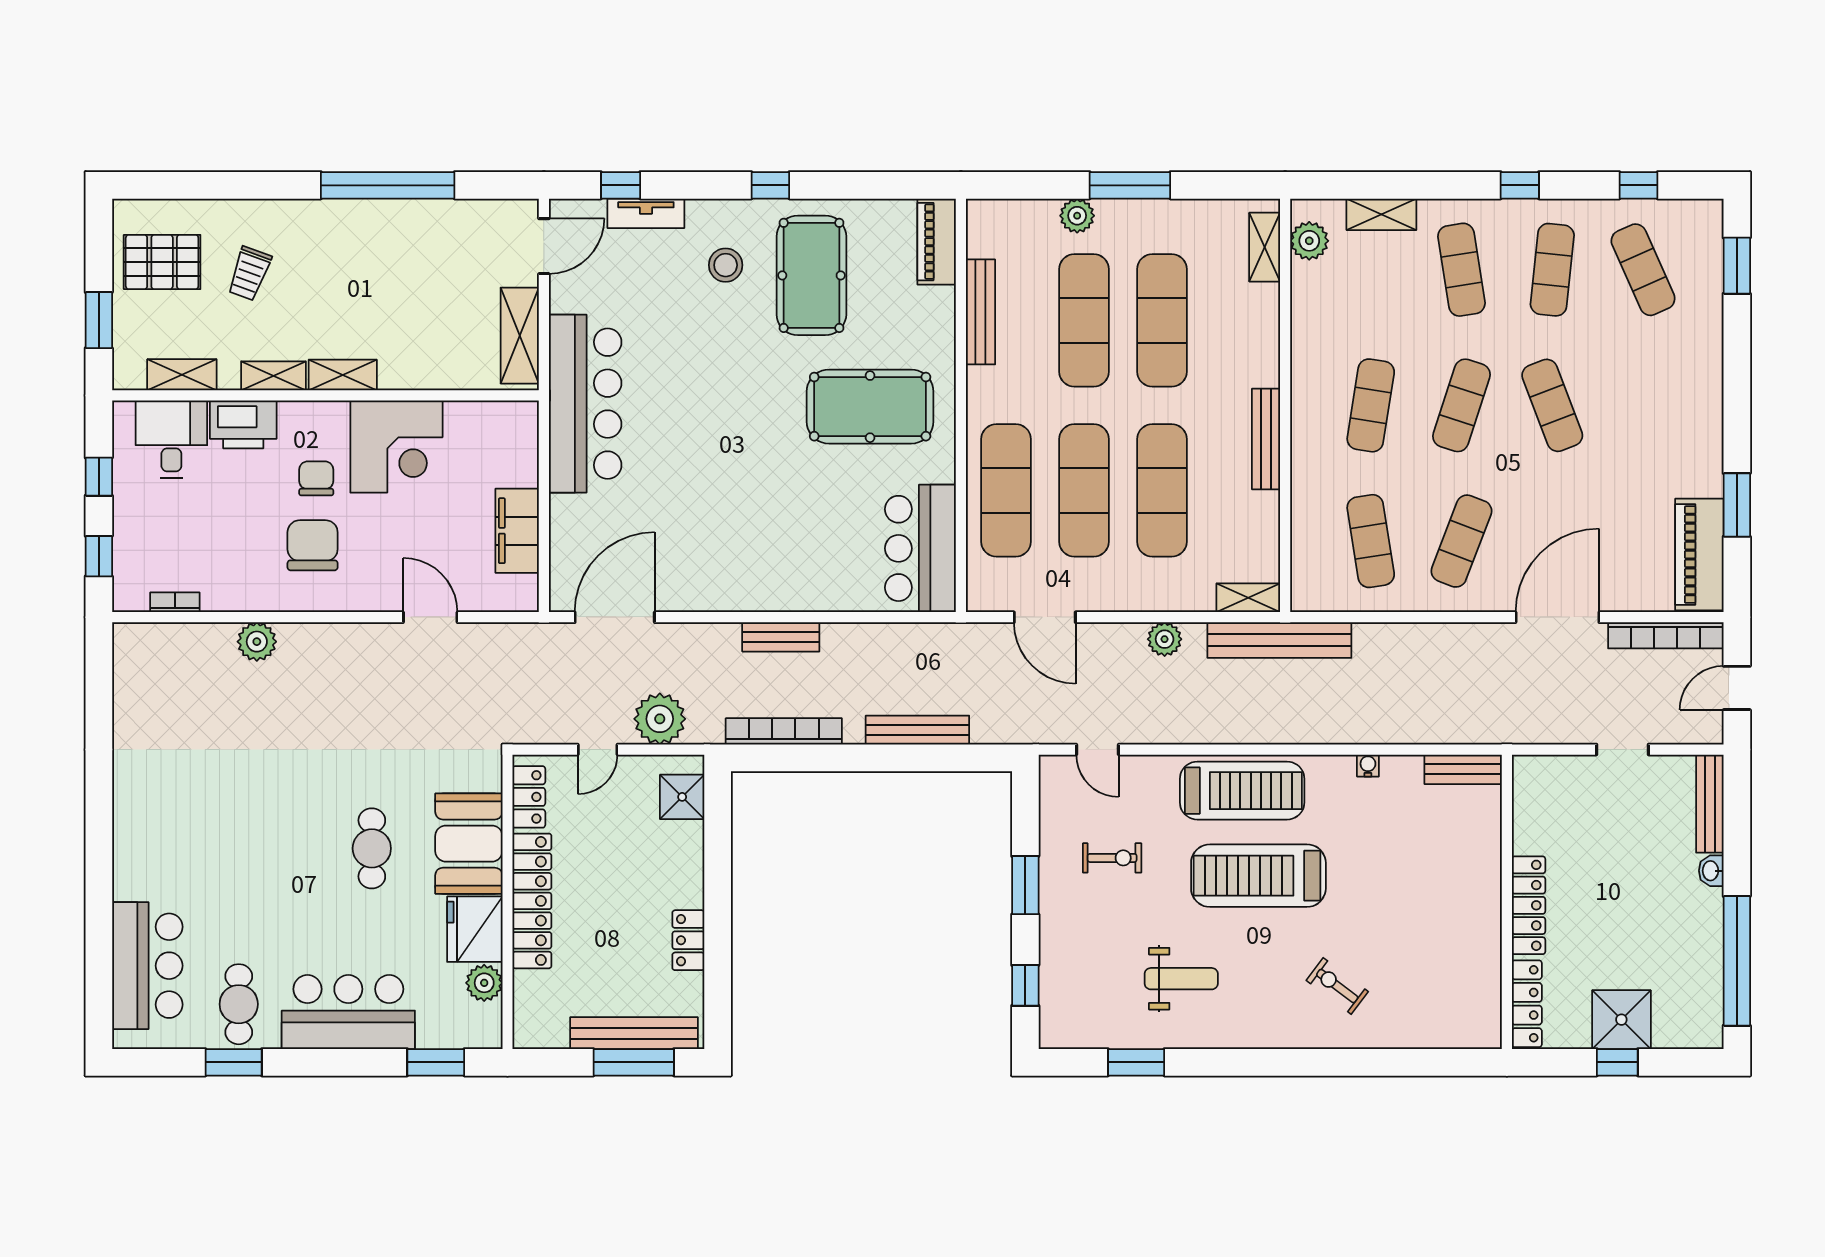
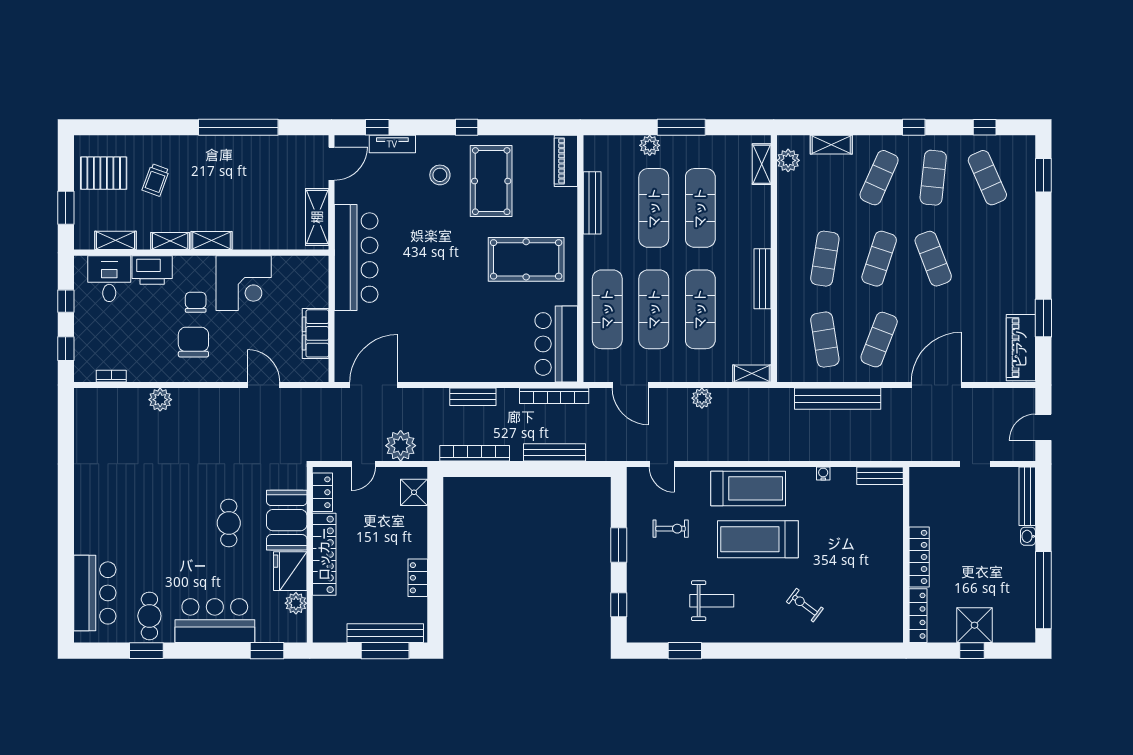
exercise mat: (1461, 270) -> (879, 178), turned 33
bookcase: (1666, 635) -> (554, 396), moved
bench: (1279, 640) -> (838, 399), moved

